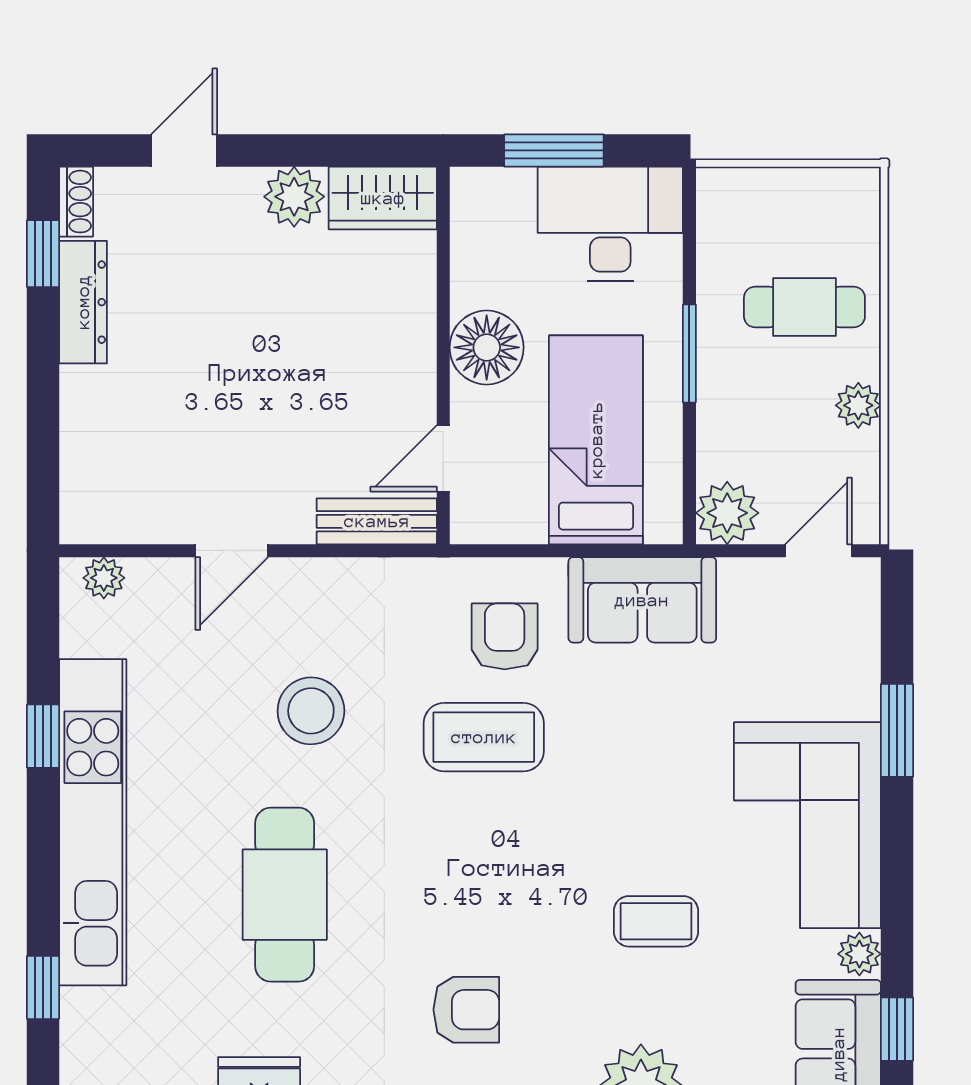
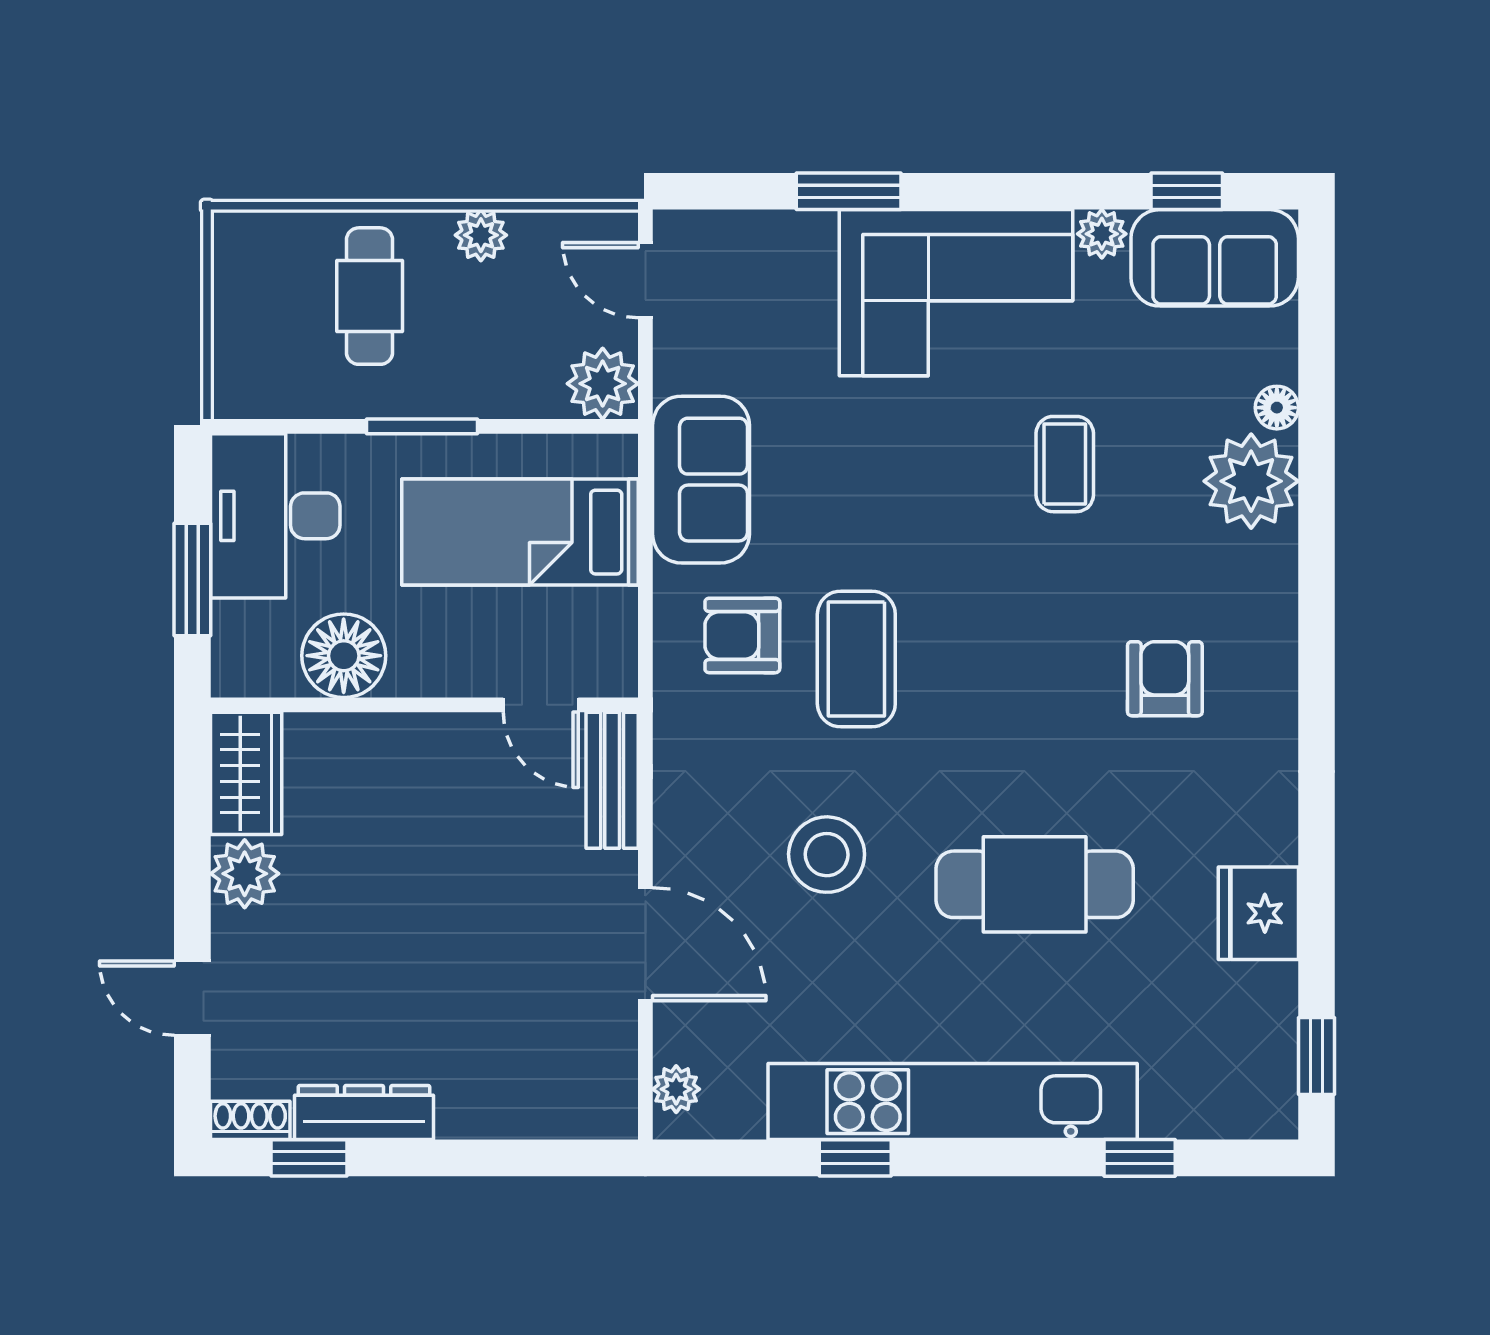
floor lamp: (487, 347) -> (344, 656), moved
door: (232, 551) -> (645, 944), width x1.38

